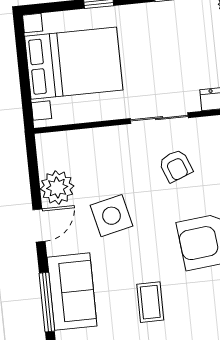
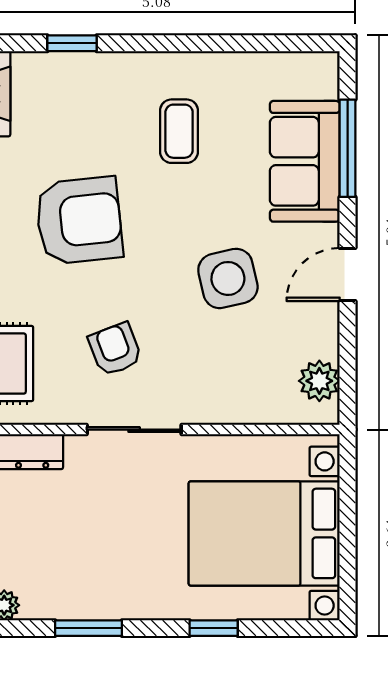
plant: (57, 188) -> (319, 381), moved, width x0.73, depth x0.73

